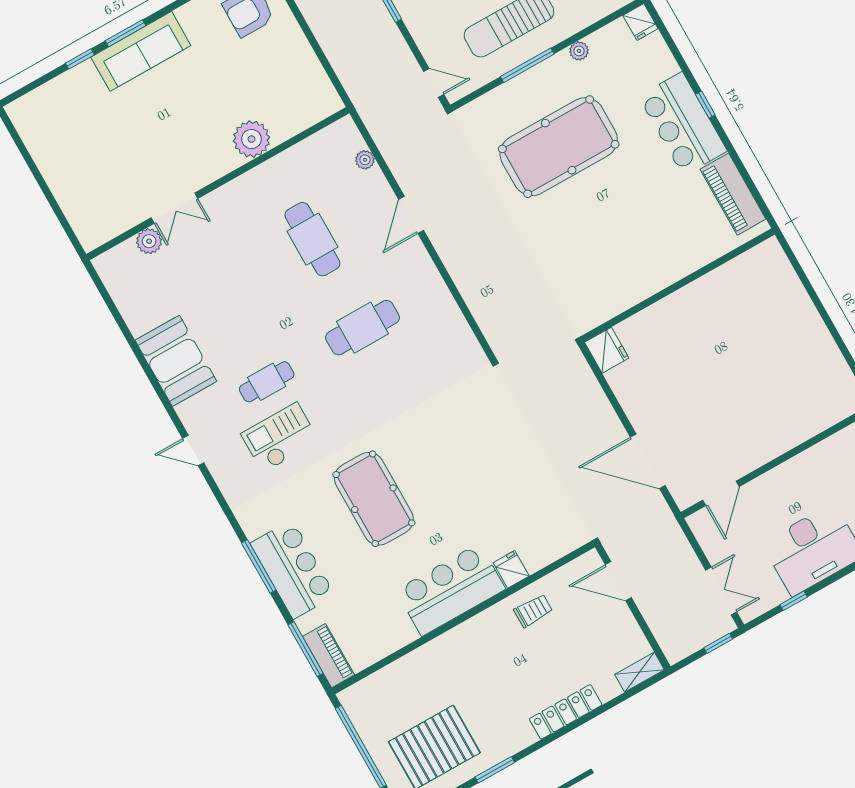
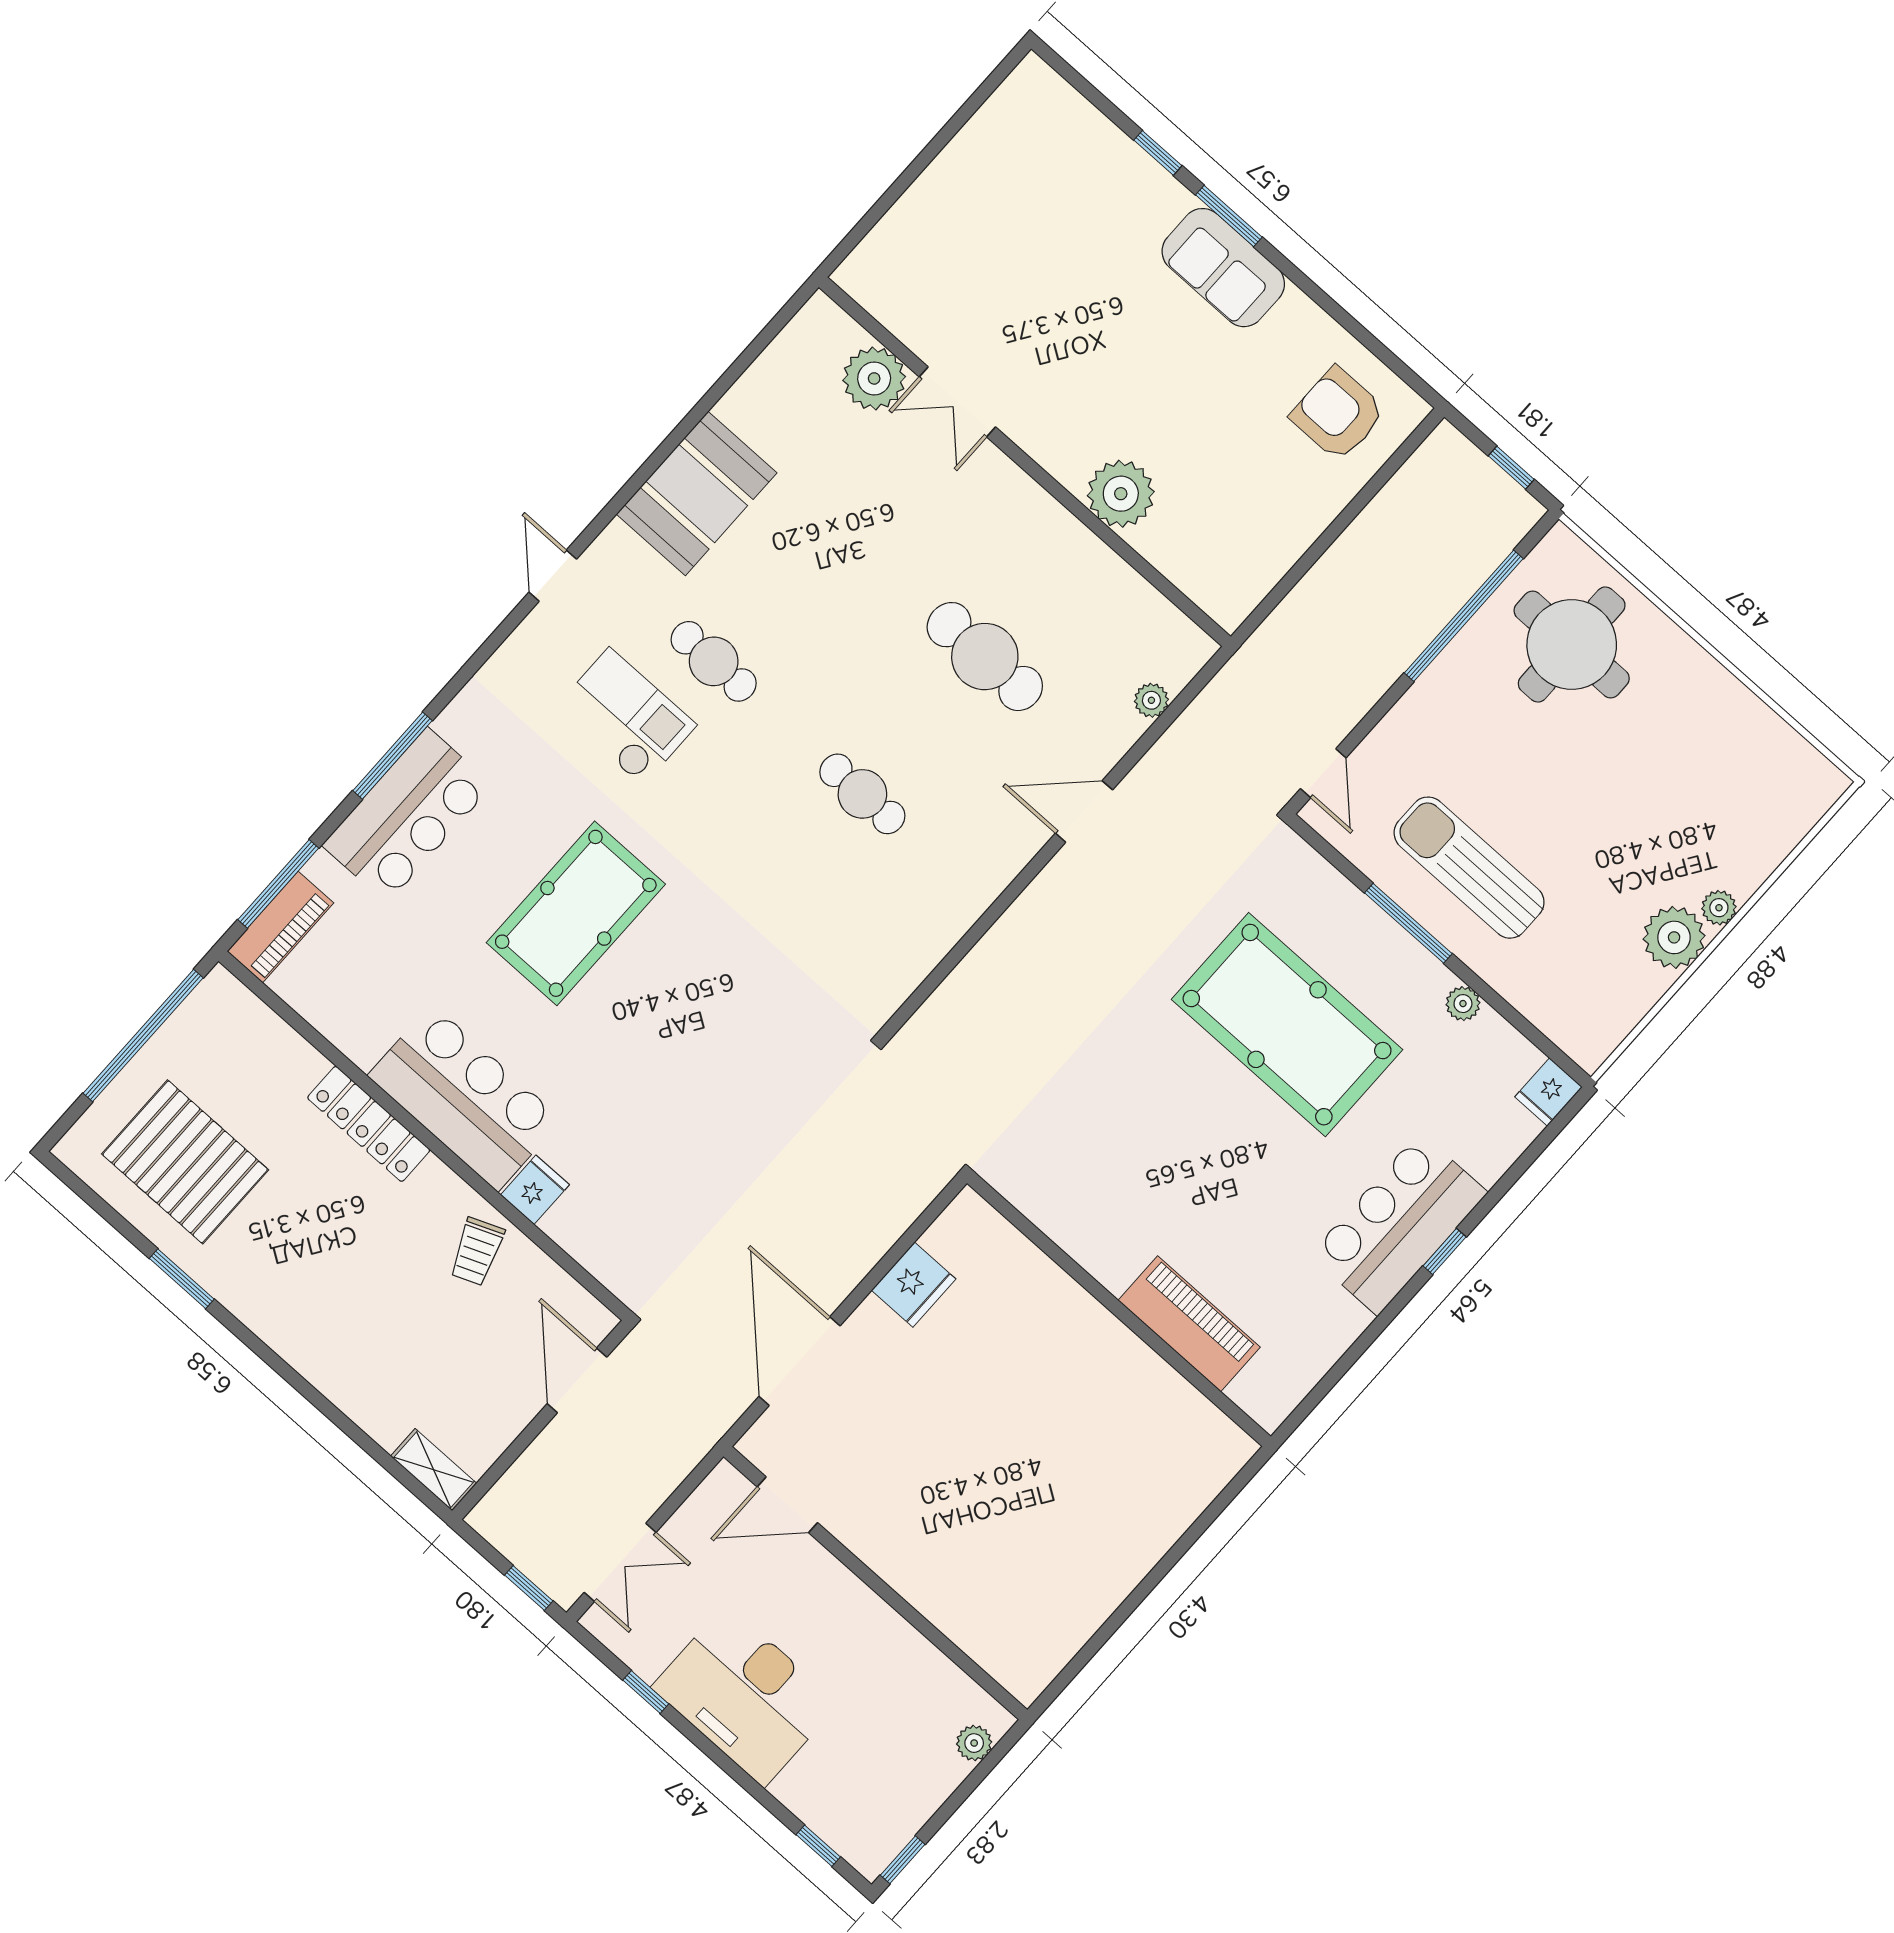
sofa: (141, 51) -> (1223, 268), width x0.73
piano: (733, 194) -> (1189, 1324), moved, turned 90
cafe table: (312, 239) -> (985, 657), turned 90
plant: (149, 241) -> (874, 378), width x1.36, depth x1.36
cafe table: (362, 328) -> (862, 794), width x0.73, depth x0.74
fridge: (607, 350) -> (914, 1285), moved
trolley: (533, 611) -> (477, 1252), turned 68
locker: (566, 712) -> (369, 1124), moved, turned 180

